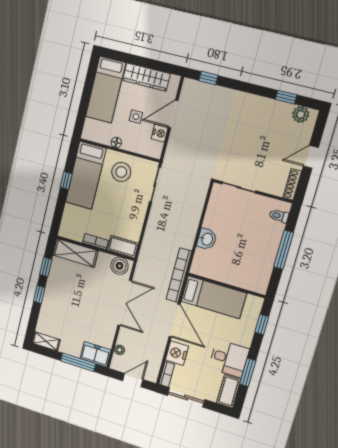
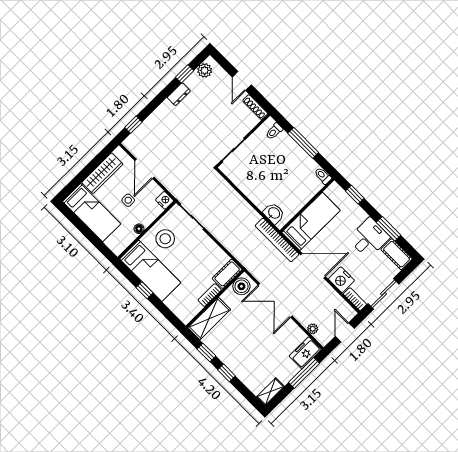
dresser: (263, 103) -> (179, 94), added
nightstand: (160, 133) -> (165, 200), moved
washbasin: (207, 239) -> (274, 213), moved
toilet: (263, 285) -> (323, 176), added
double door: (125, 303) -> (275, 300), swing flipped

